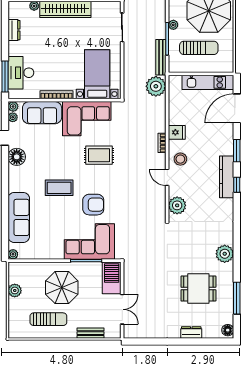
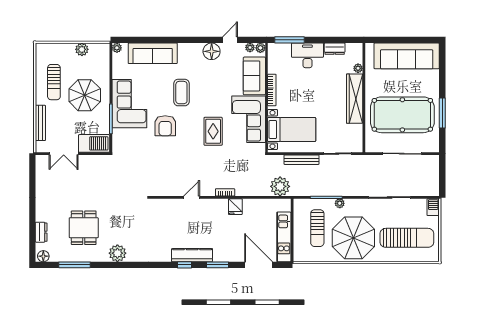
bench: (161, 57) -> (302, 160), moved
desk: (21, 73) -> (307, 55), moved
stool: (180, 159) -> (209, 210), removed
plant: (177, 205) -> (164, 207), removed
corner sofa: (89, 241) -> (129, 104), moved
dresser: (191, 332) -> (41, 232), moved
bench: (90, 333) -> (40, 123), width x1.36

